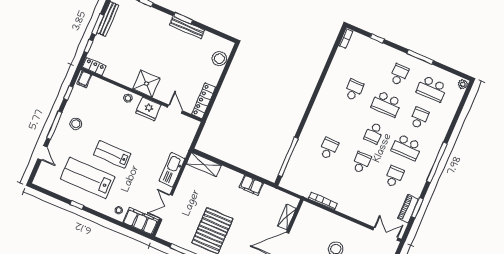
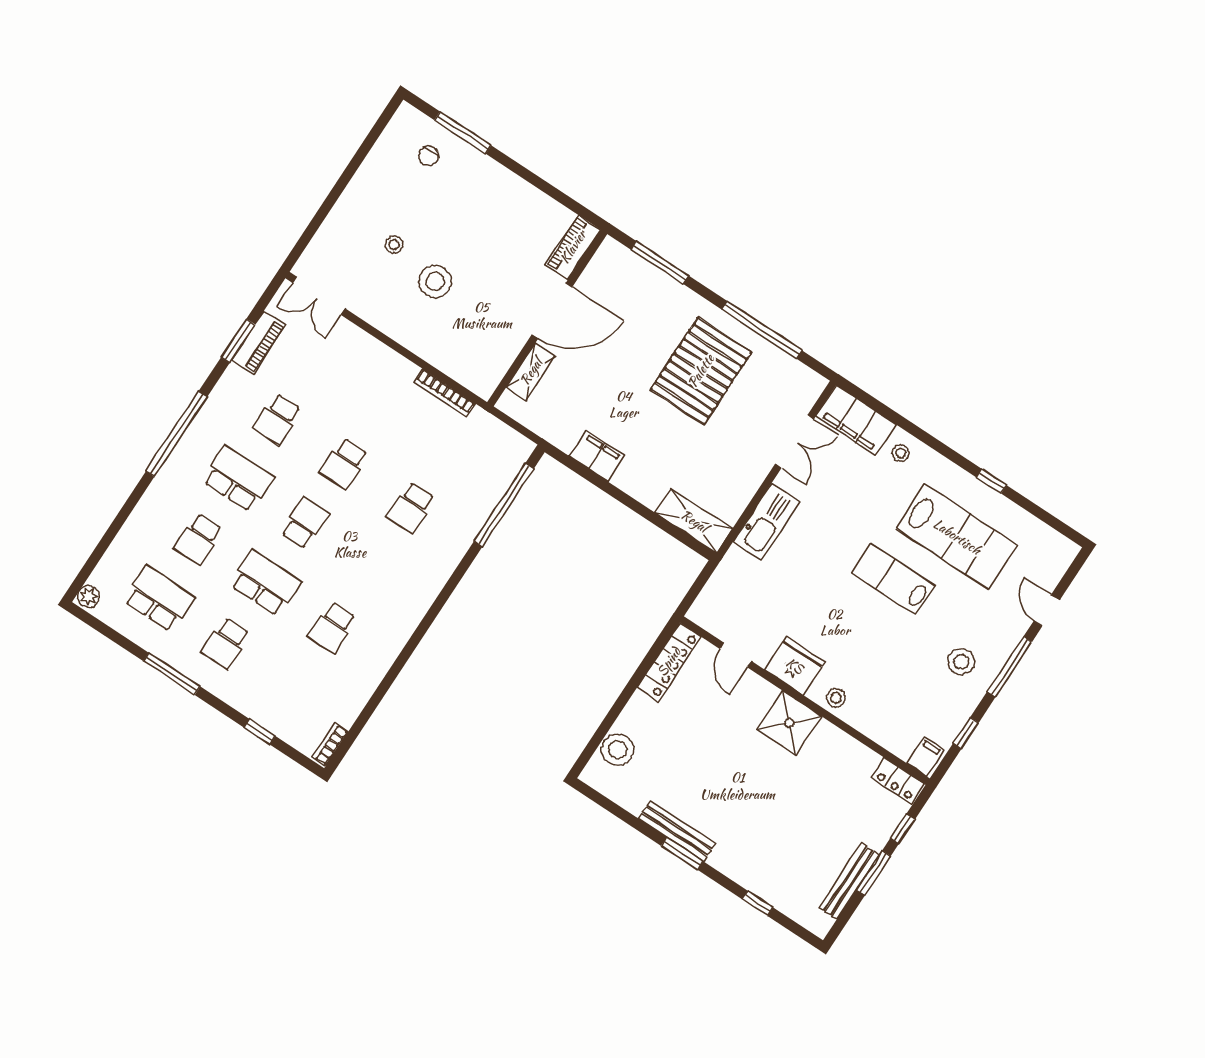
lab bench: (112, 154) -> (893, 579), turned 180

